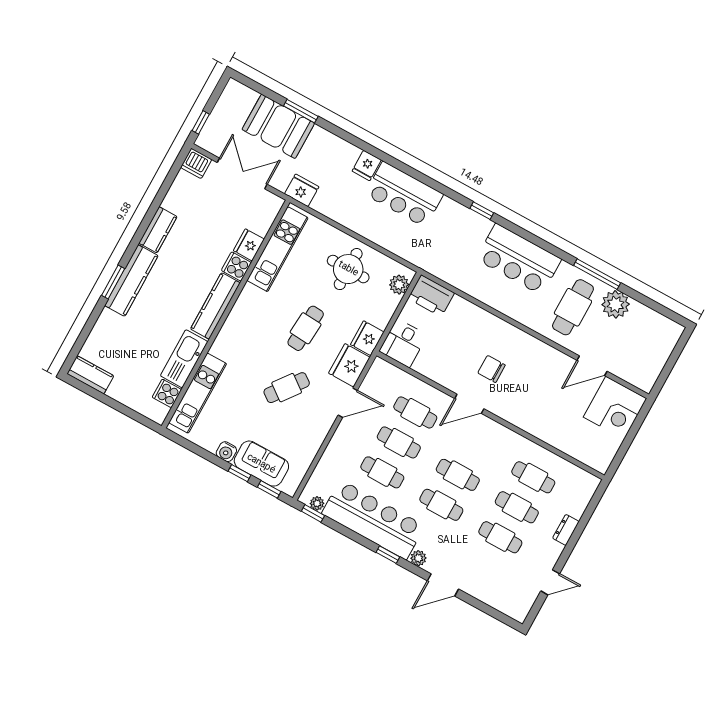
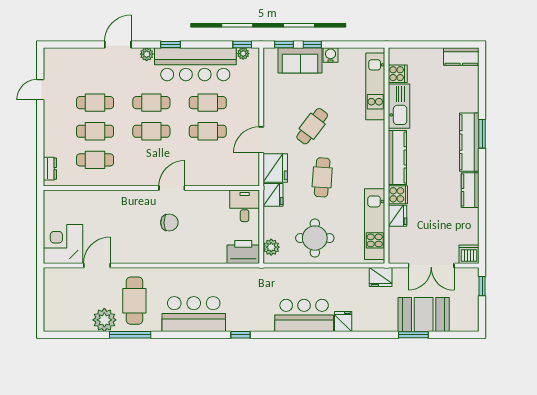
cafe table: (415, 412) -> (208, 160), removed
dresser: (566, 530) -> (50, 169), moved

